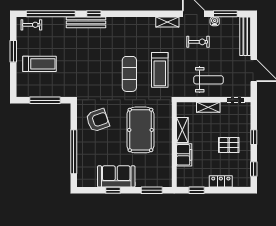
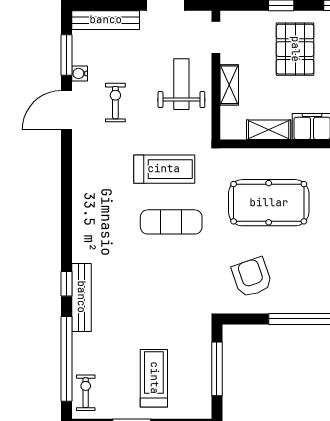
shelving: (167, 22) -> (81, 156), removed
pallet: (229, 145) -> (295, 49), width x1.50, depth x1.42

